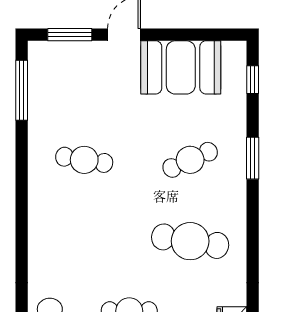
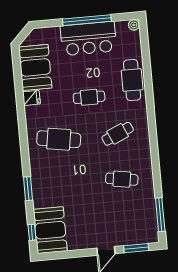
booth: (181, 67) -> (50, 230), moved, turned 90
cafe table: (190, 160) -> (118, 134), moved

